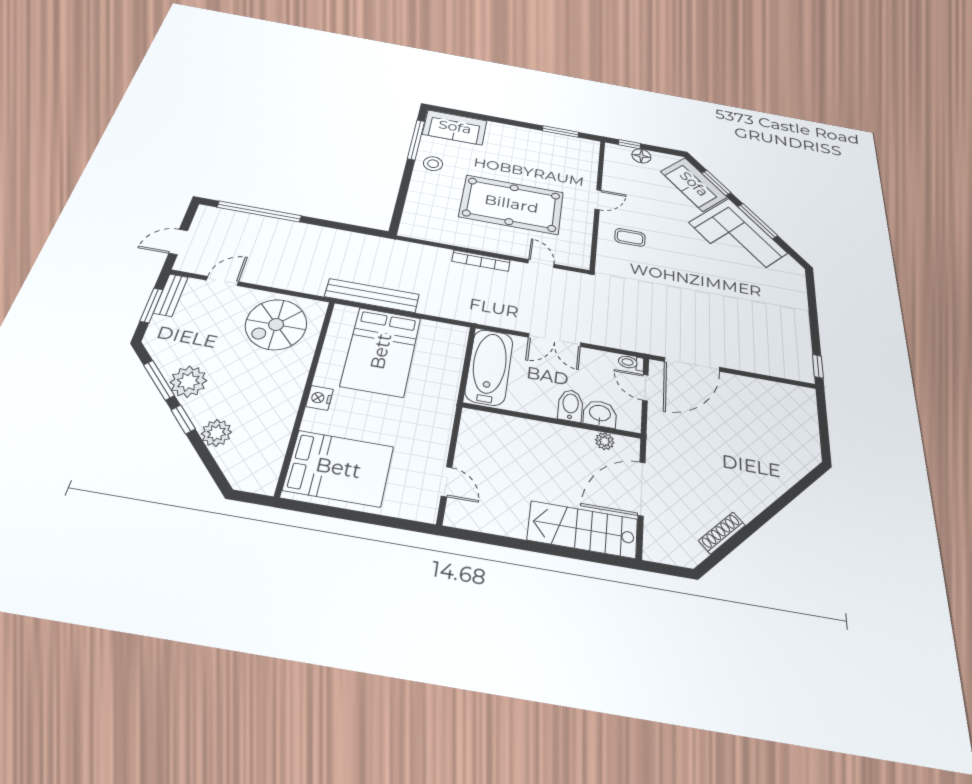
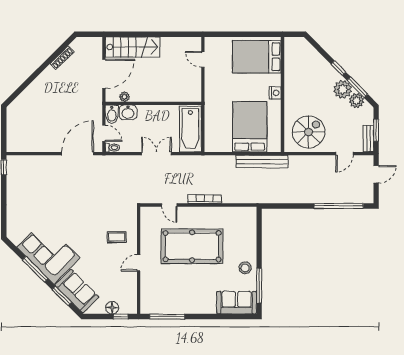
window: (561, 131) -> (167, 317), width x1.44
bidet: (570, 406) -> (112, 114), moved
plant: (216, 433) -> (356, 101), moved

